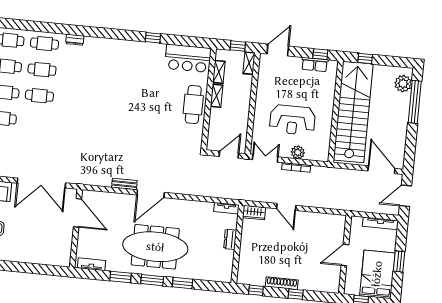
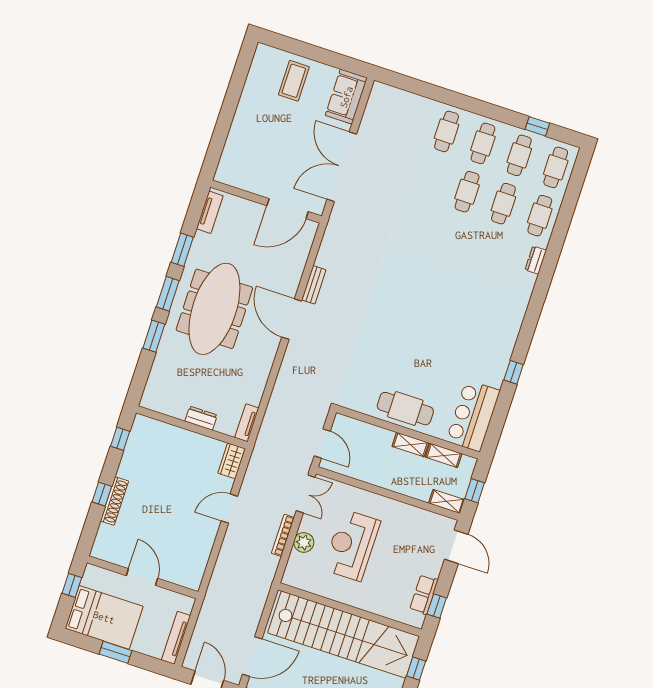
shoe rack: (282, 283) -> (114, 501), moved

